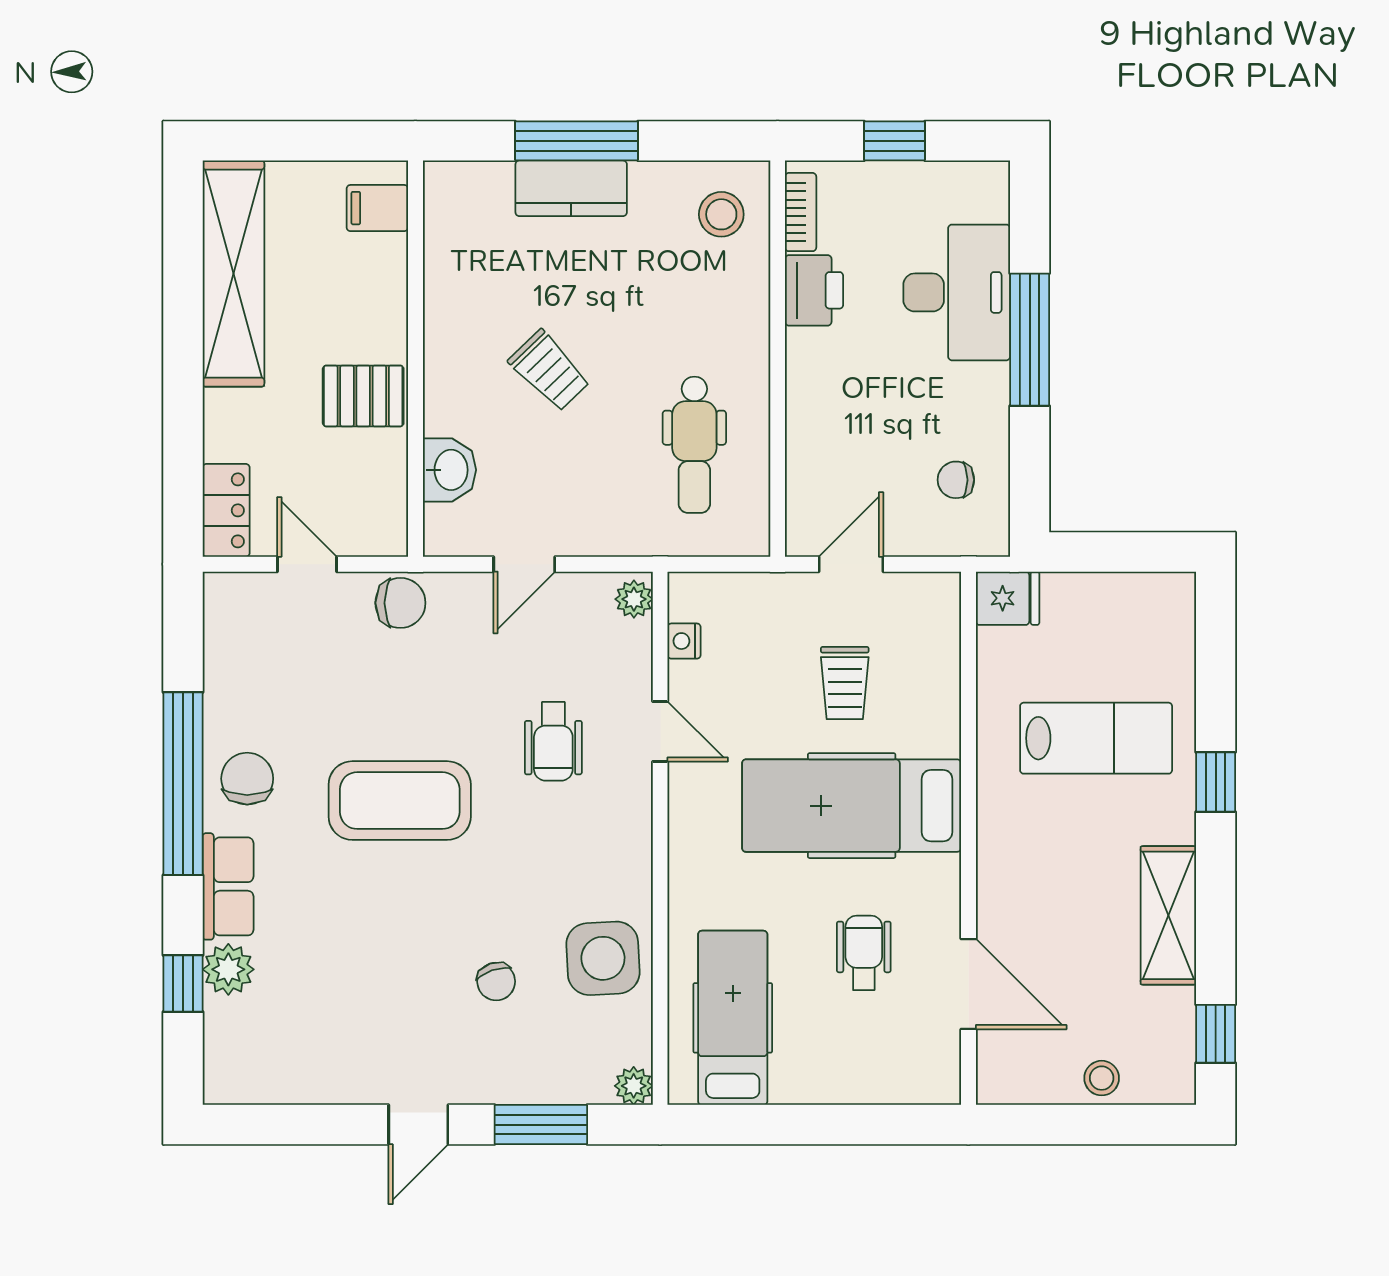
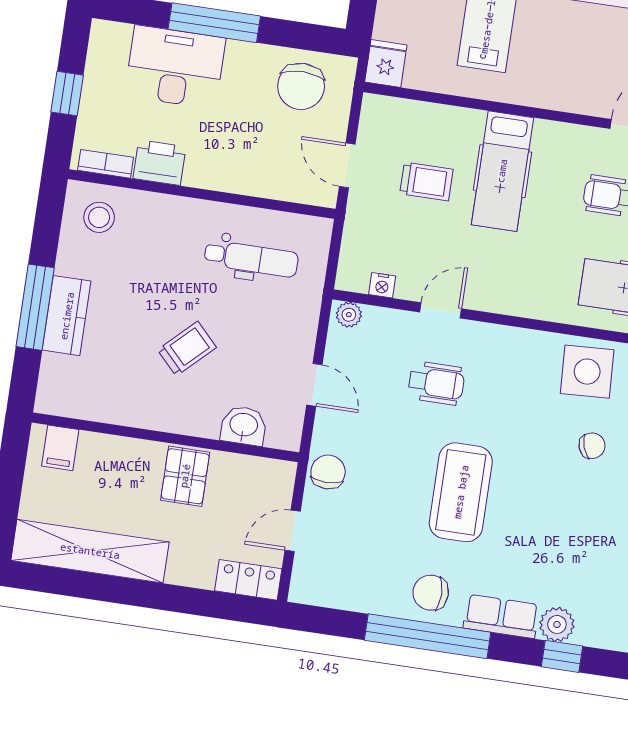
chair: (956, 480) -> (301, 86), width x1.87, depth x1.87
hospital bed: (852, 806) -> (502, 171), width x0.73, depth x0.78

